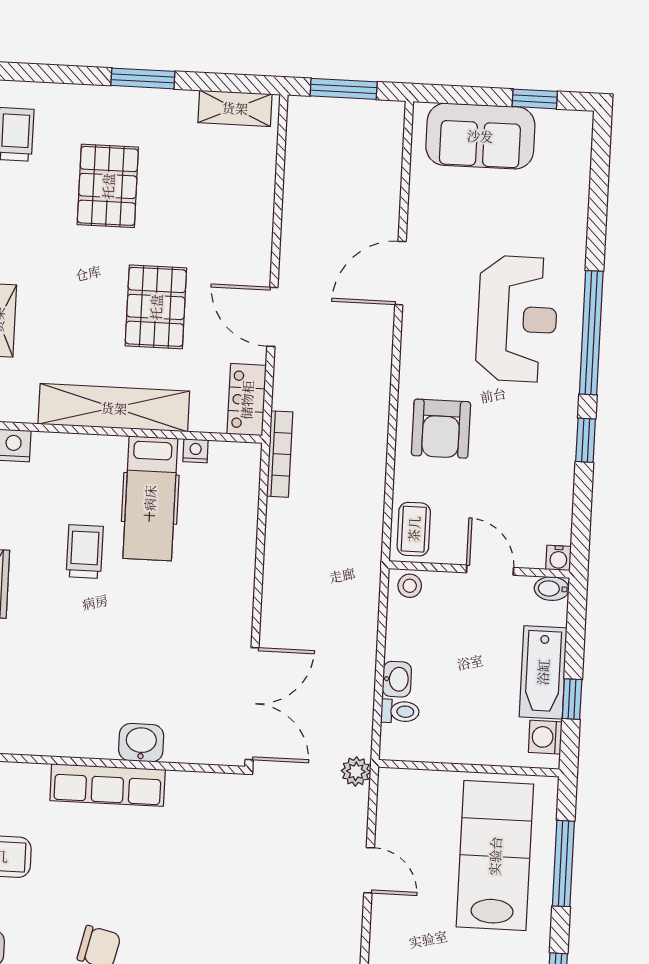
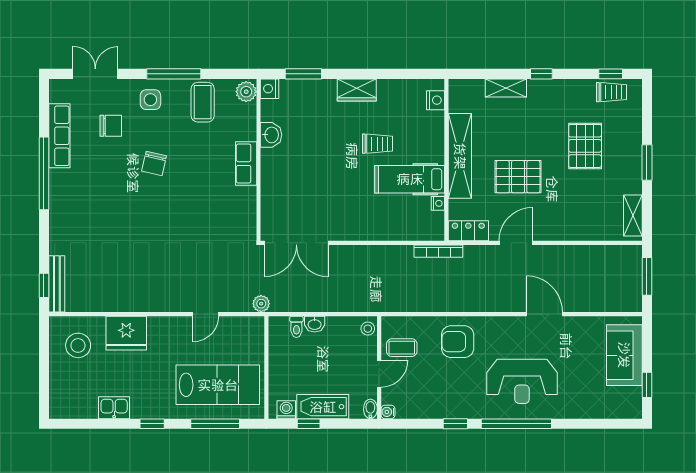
pallet: (108, 186) -> (585, 146), turned 90
coffee table: (414, 529) -> (402, 348), moved
washbasin: (141, 743) -> (271, 135), moved
row of seats: (108, 785) -> (246, 164), width x0.68

